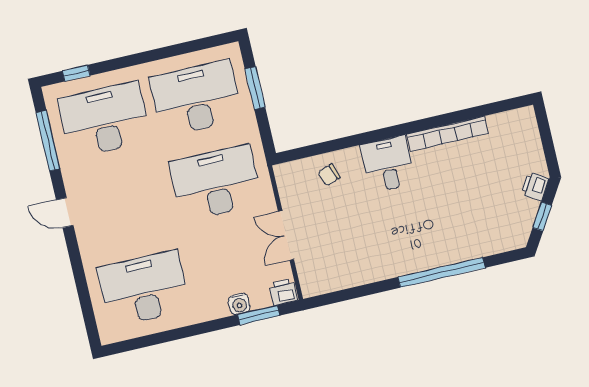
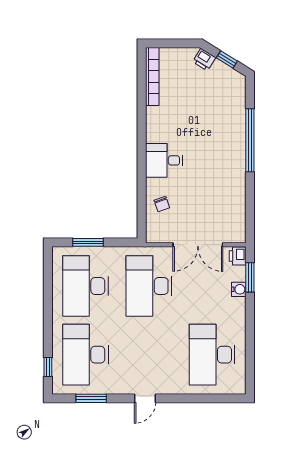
bookcase: (448, 134) -> (152, 77), moved
window: (48, 141) -> (91, 398), width x0.69
double door: (286, 235) -> (198, 245), width x1.37

